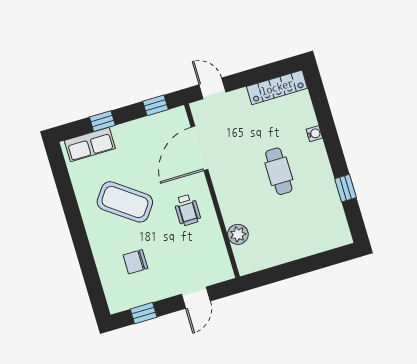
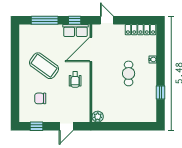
window: (102, 121) -> (45, 20), width x2.17
row of seats: (90, 144) -> (75, 31), moved
plant: (238, 234) -> (98, 117), moved

